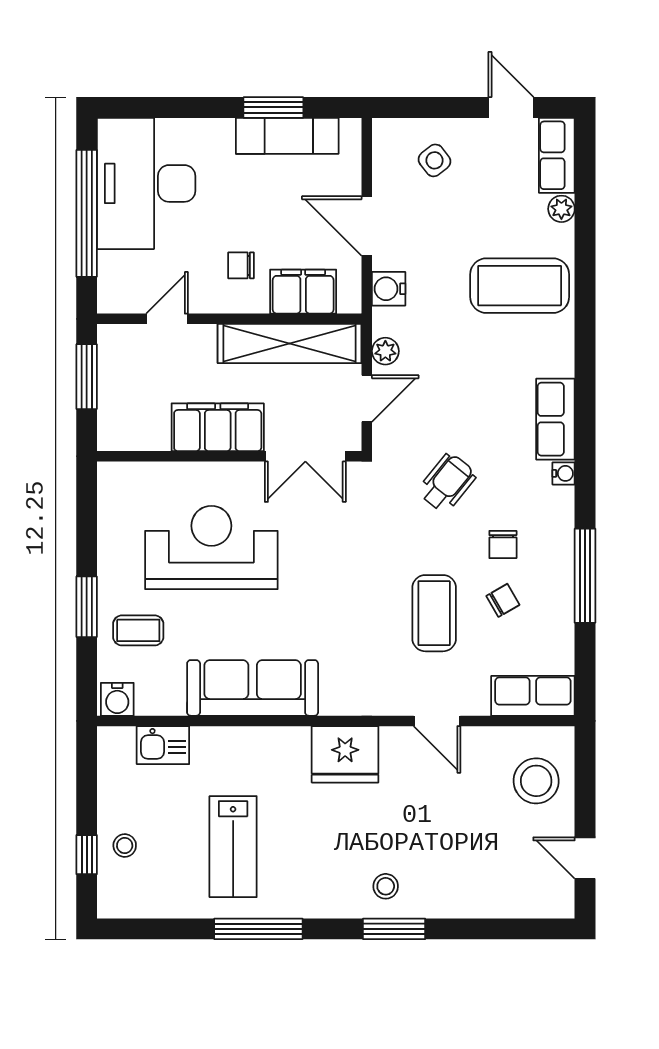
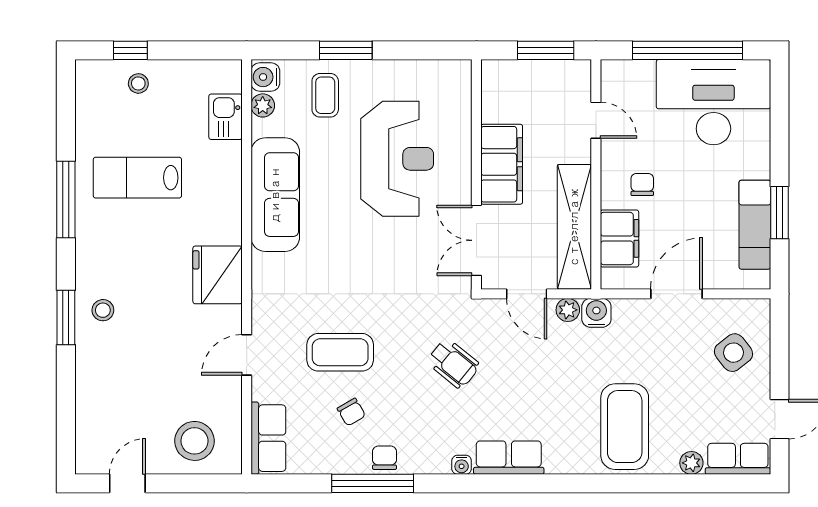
side table: (434, 160) -> (733, 353), width x1.37, depth x1.37
water cooler: (389, 289) -> (596, 313), moved
chair: (503, 544) -> (385, 458), moved, turned 90
plant: (150, 702) -> (263, 105), added

